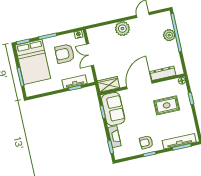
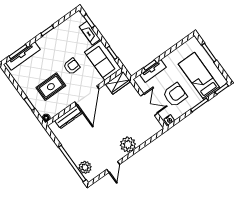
plant: (169, 35) -> (85, 167), moved
bed: (33, 62) -> (199, 76), width x0.67
armchair: (146, 142) -> (72, 66), moved

